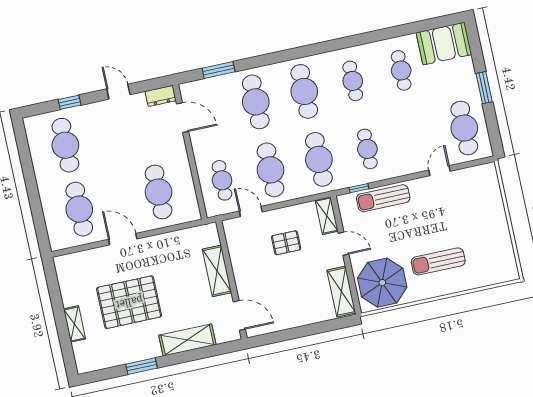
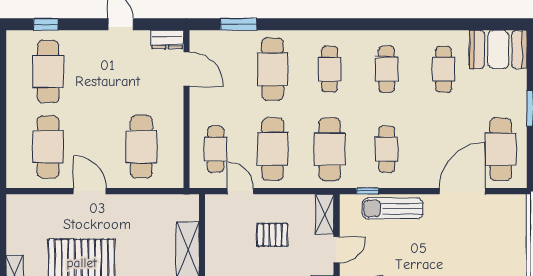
cafe table: (304, 91) -> (330, 69), width x0.73, depth x0.74
window: (70, 102) -> (46, 24), moved
door: (439, 171) -> (462, 191), width x1.88
door: (343, 244) -> (337, 250), hinge flipped

